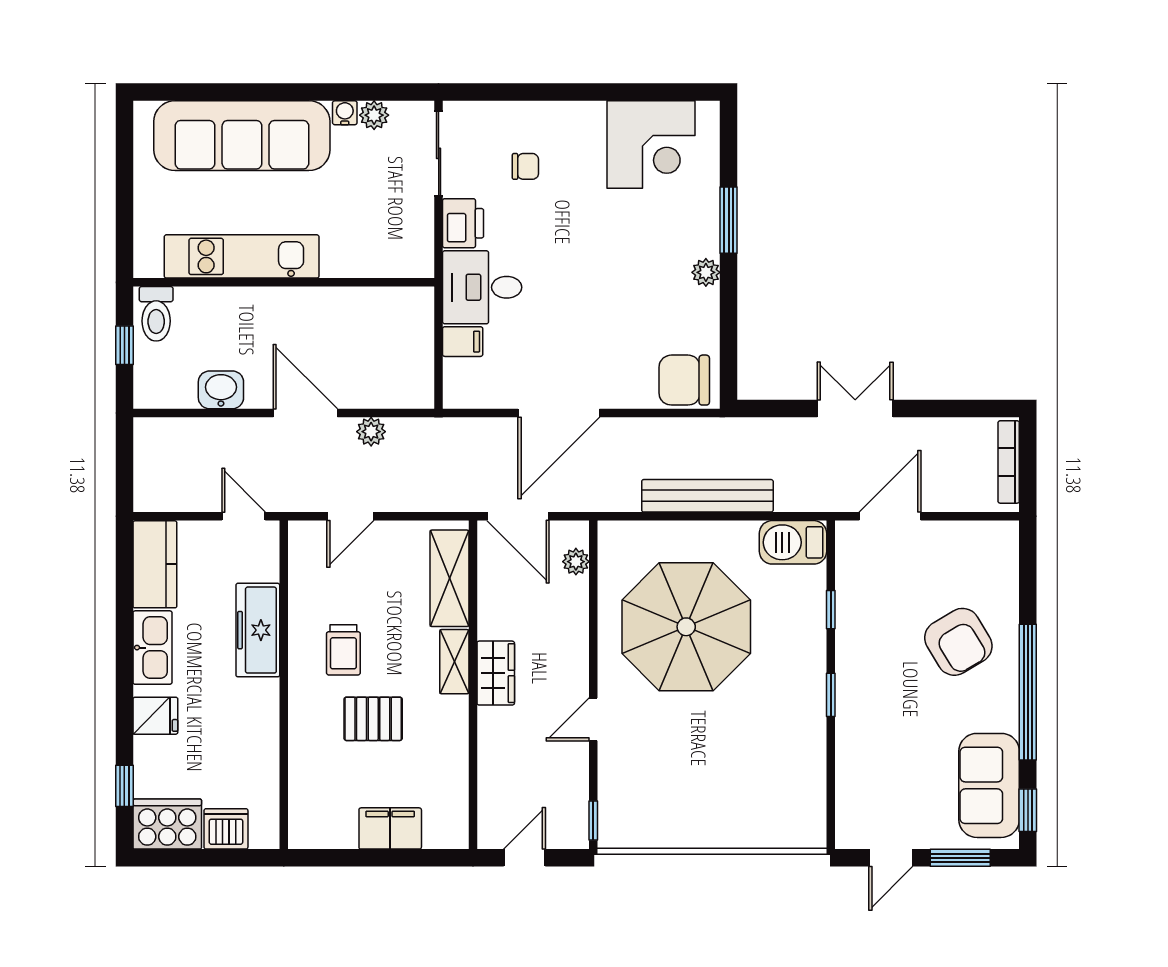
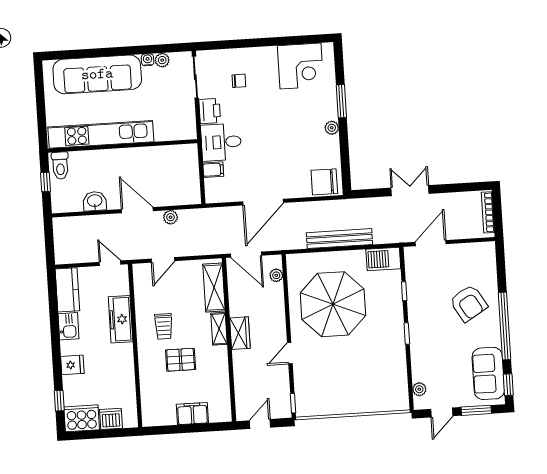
kitchen unit: (242, 256) -> (101, 134), width x1.36
kitchen sink: (152, 648) -> (69, 326), width x0.73
plant: (849, 808) -> (419, 389), added

